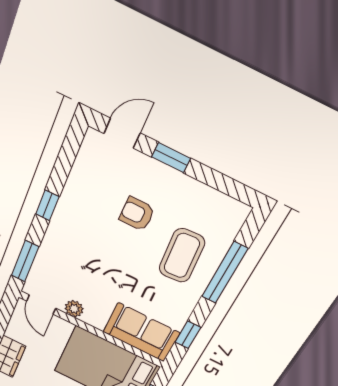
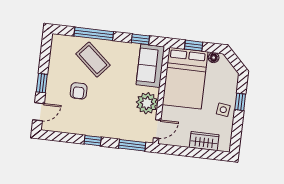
door: (122, 133) -> (38, 112), swing flipped
coffee table: (182, 256) -> (93, 60), turned 45
plant: (74, 309) -> (147, 103), width x1.87, depth x1.87

